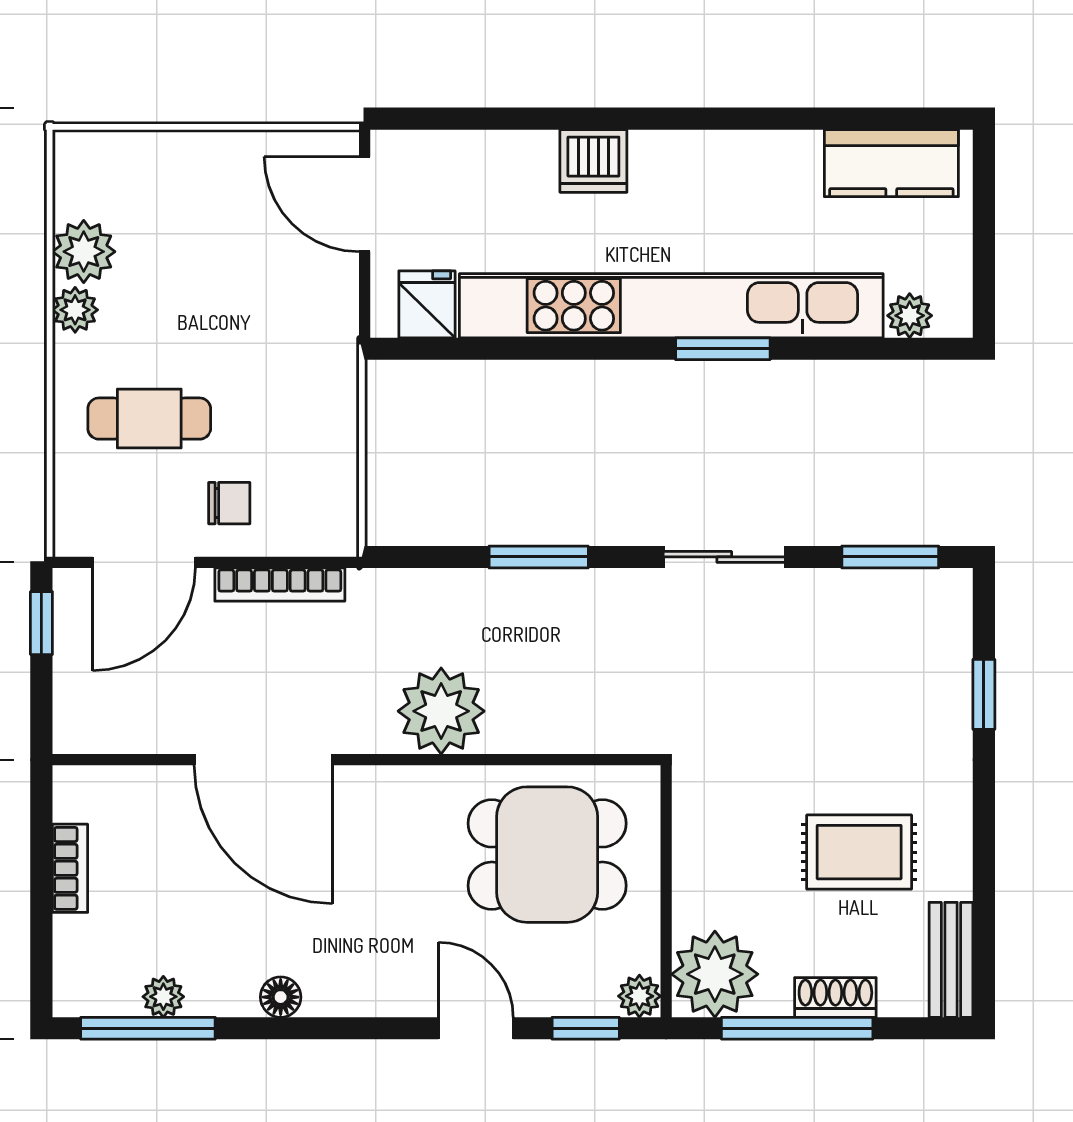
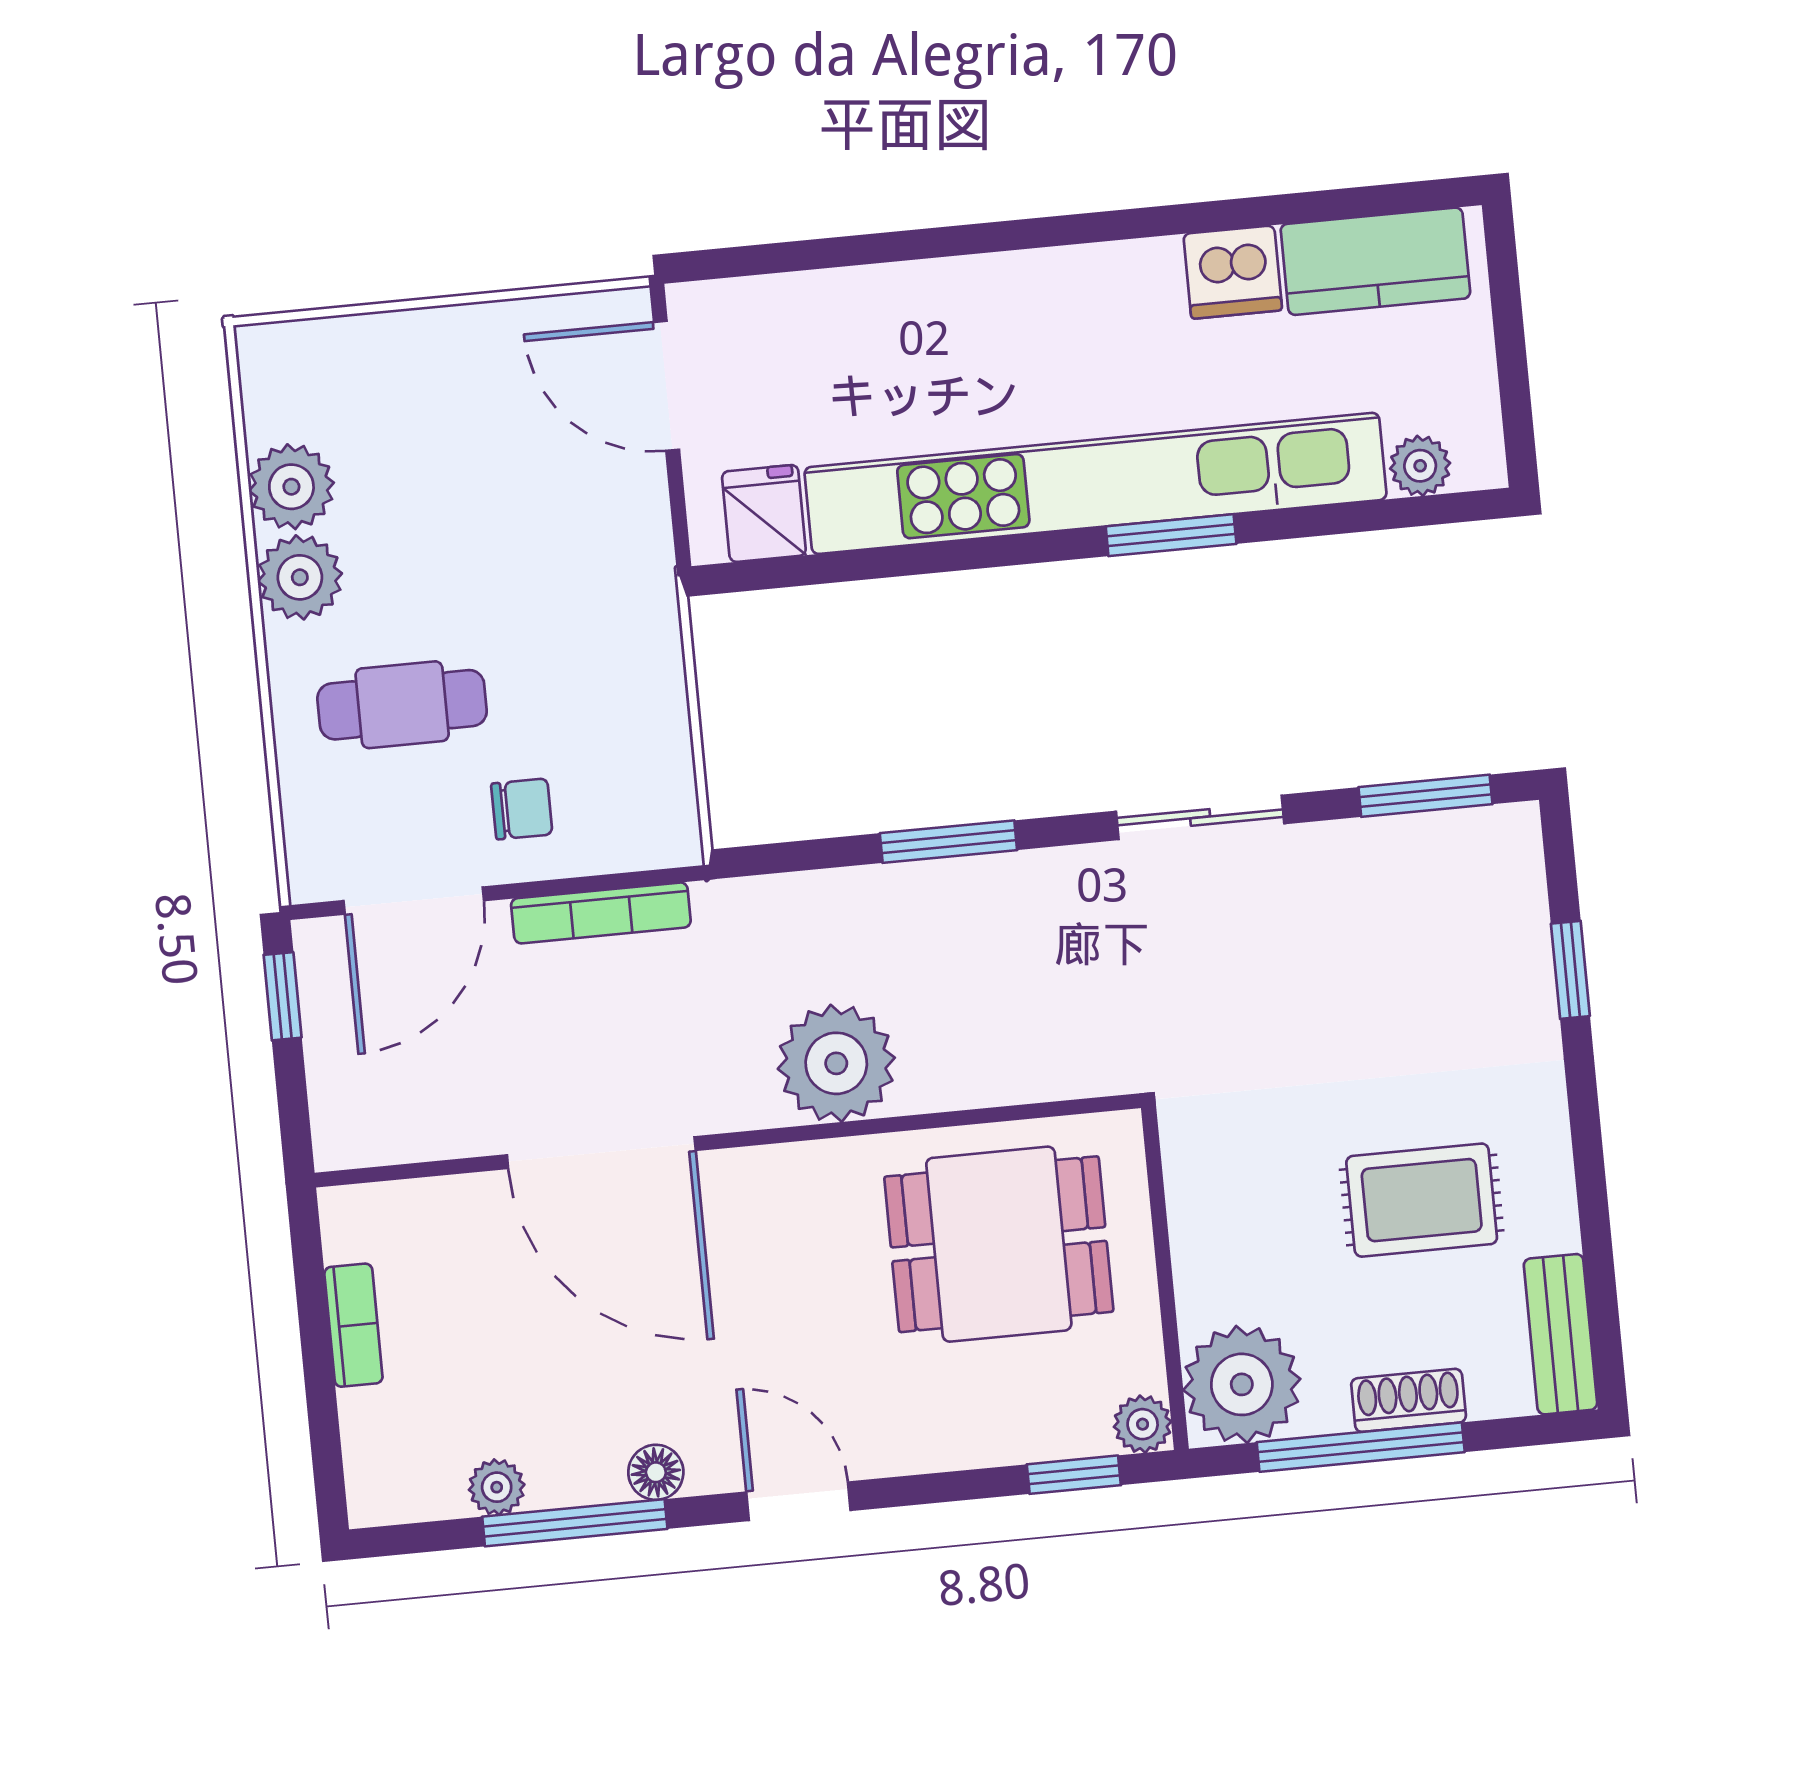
dishwasher: (593, 161) -> (1233, 272), moved
plant: (75, 310) -> (300, 577), width x1.38, depth x1.38
window: (148, 1028) -> (575, 1523), moved
door: (476, 1028) -> (798, 1501), moved

